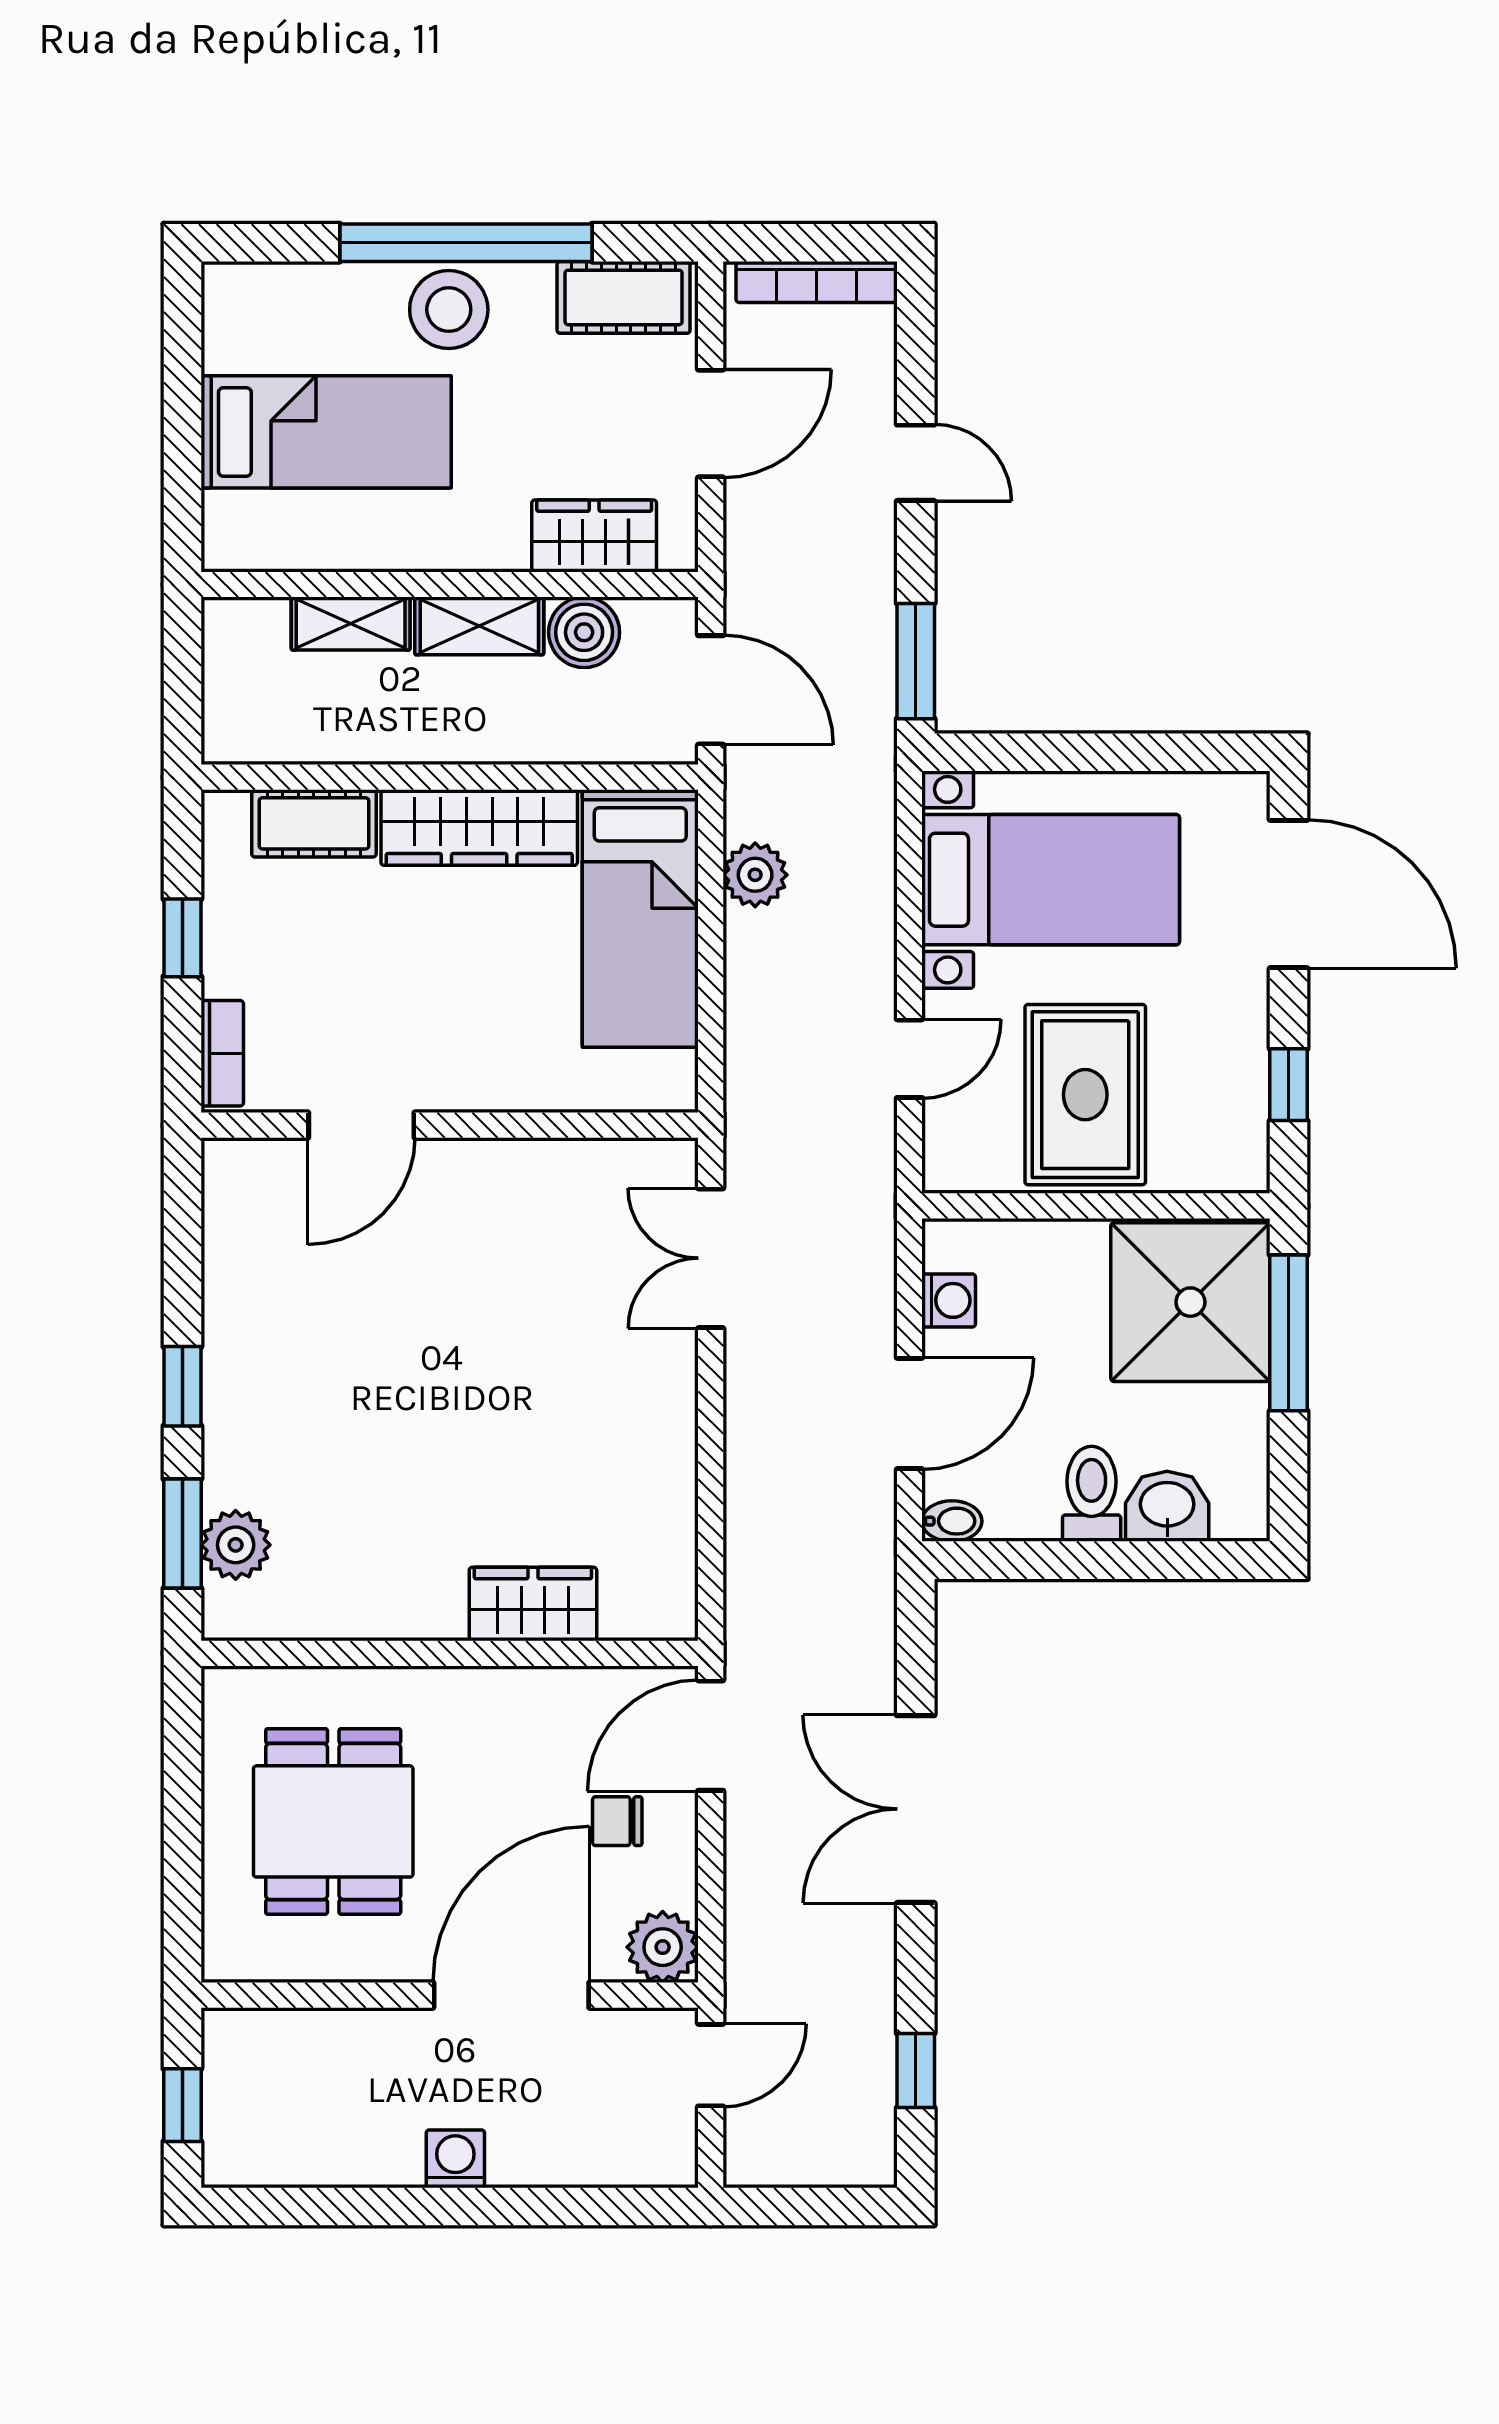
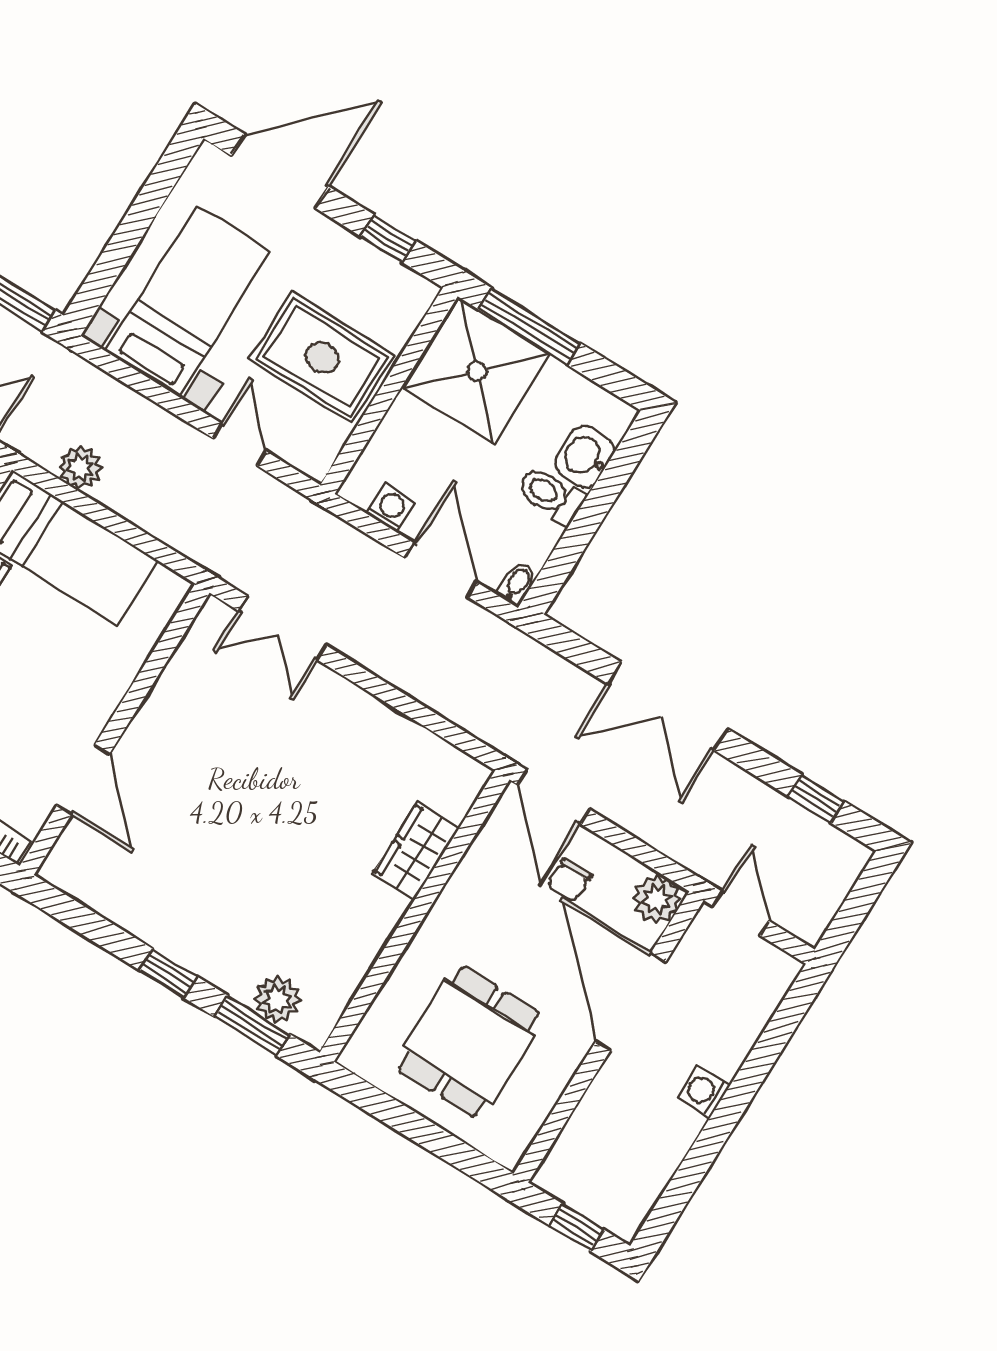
dining table: (333, 1821) -> (469, 1042), turned 90

